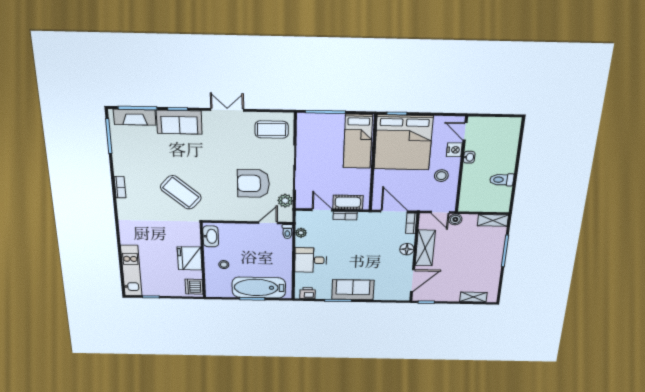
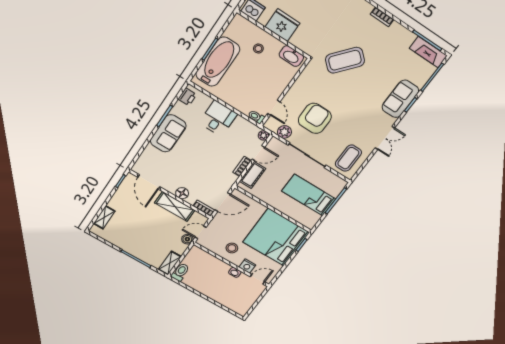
fireplace: (135, 117) -> (428, 52), moved, turned -90
bed: (358, 141) -> (309, 195), moved
toilet: (502, 180) -> (180, 272), moved
plant: (301, 233) -> (263, 135), moved

